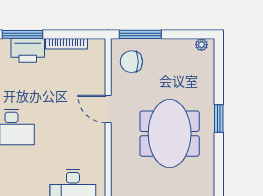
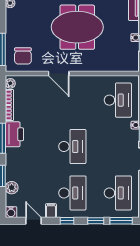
plant: (95, 45) -> (10, 83), added
door: (108, 109) -> (59, 74), hinge flipped

